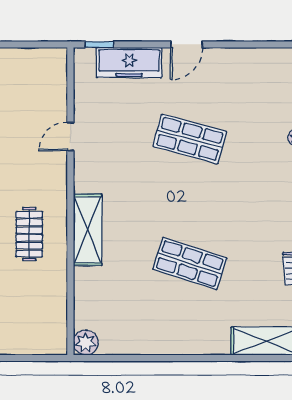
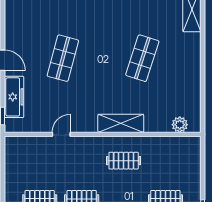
door: (70, 137) -> (61, 134), swing flipped
plant: (86, 343) -> (180, 125), moved

